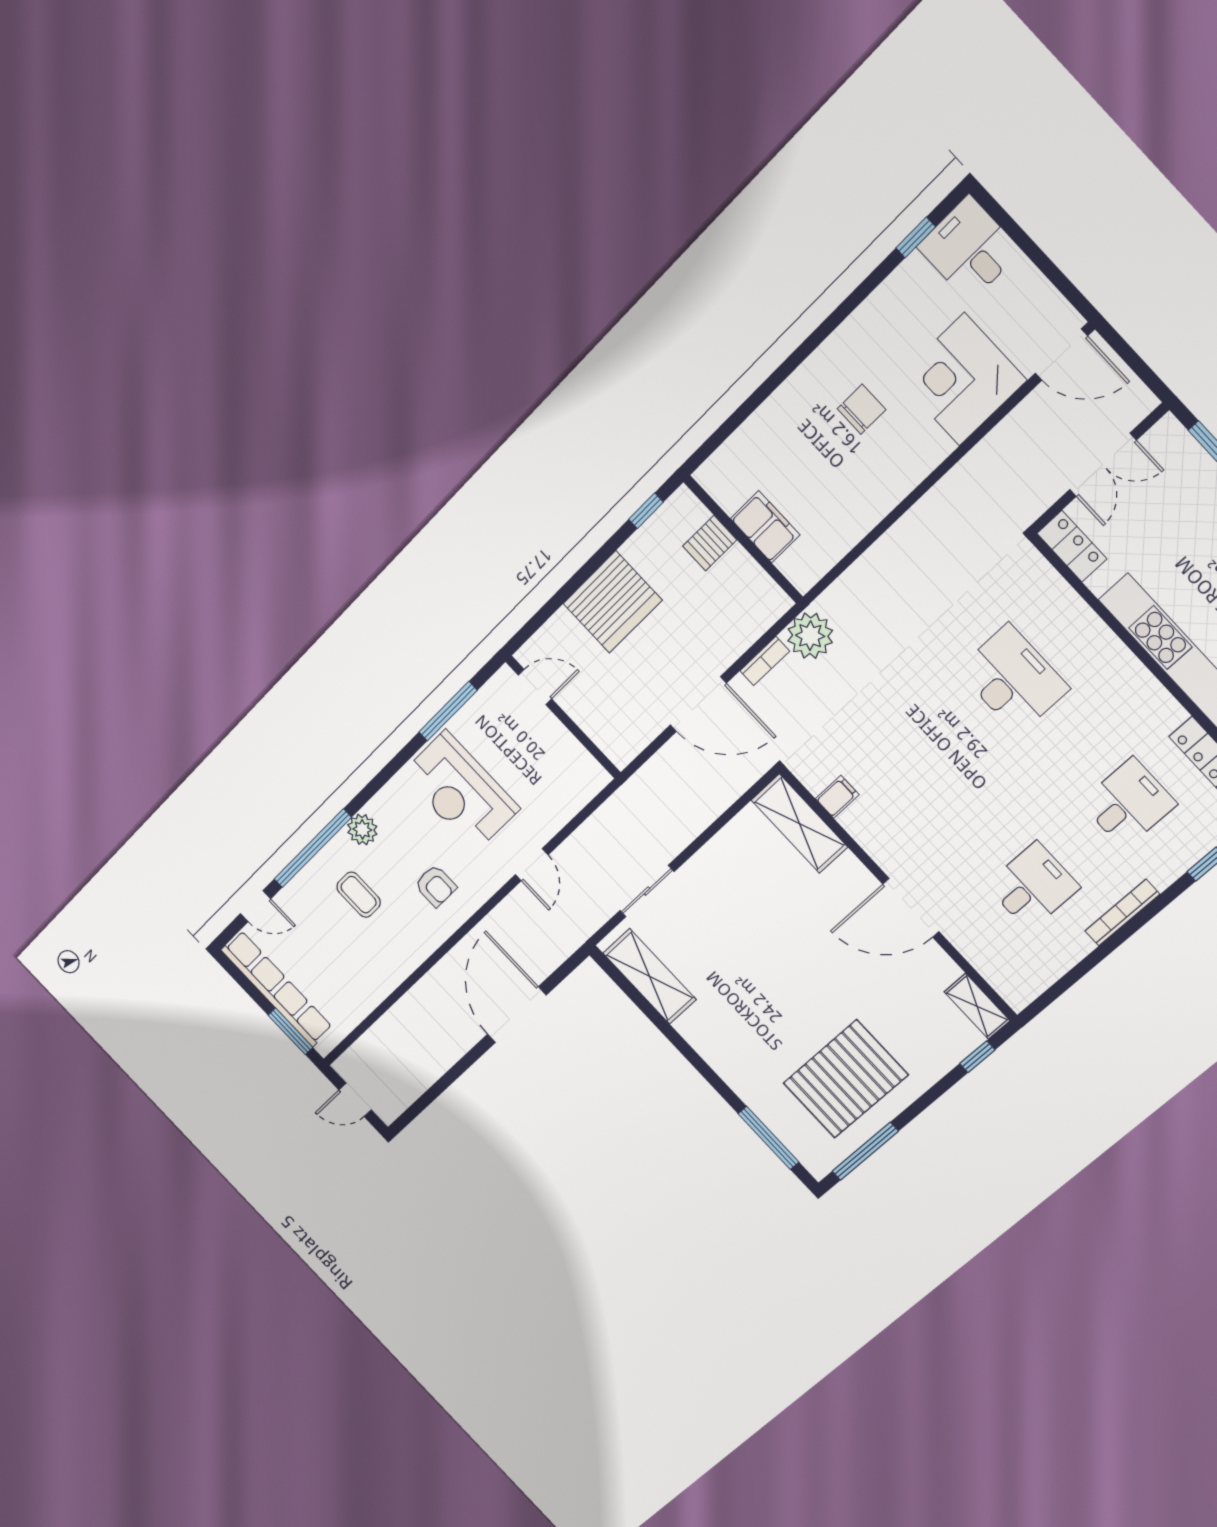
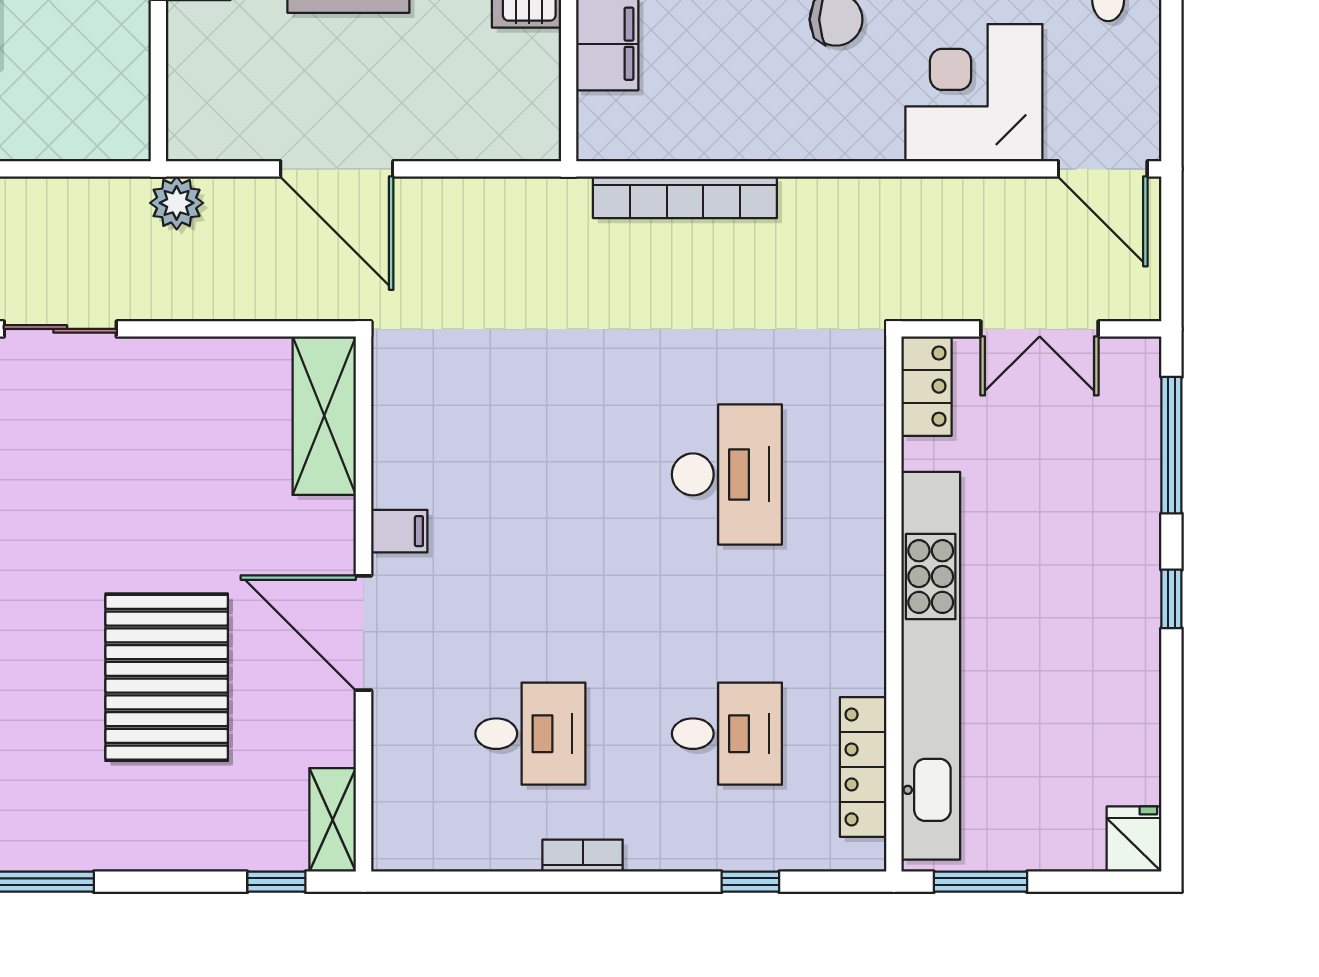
plant: (810, 636) -> (177, 203), moved, width x0.73, depth x0.73
bookcase: (765, 661) -> (685, 197), moved, width x2.31, depth x1.31
filing cabinet: (837, 797) -> (399, 531), moved
bookcase: (1122, 913) -> (583, 856), width x0.64
pallet: (846, 1079) -> (167, 677), moved, turned 90

